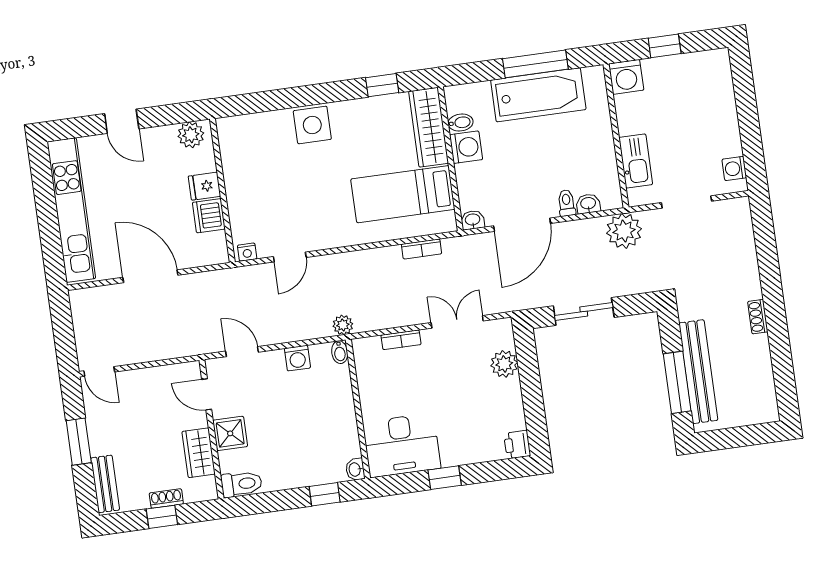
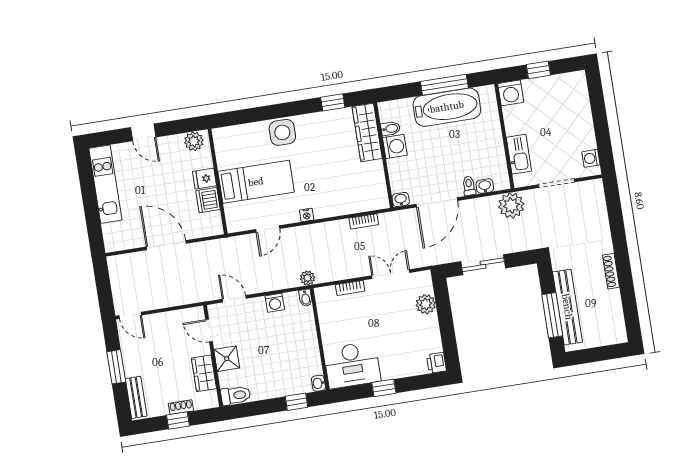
bed: (403, 194) -> (256, 182), moved, turned 180
kitchen unit: (71, 210) -> (105, 184), width x0.73
nightstand: (247, 252) -> (307, 215), moved
shoe rack: (758, 317) -> (611, 271), width x1.43

